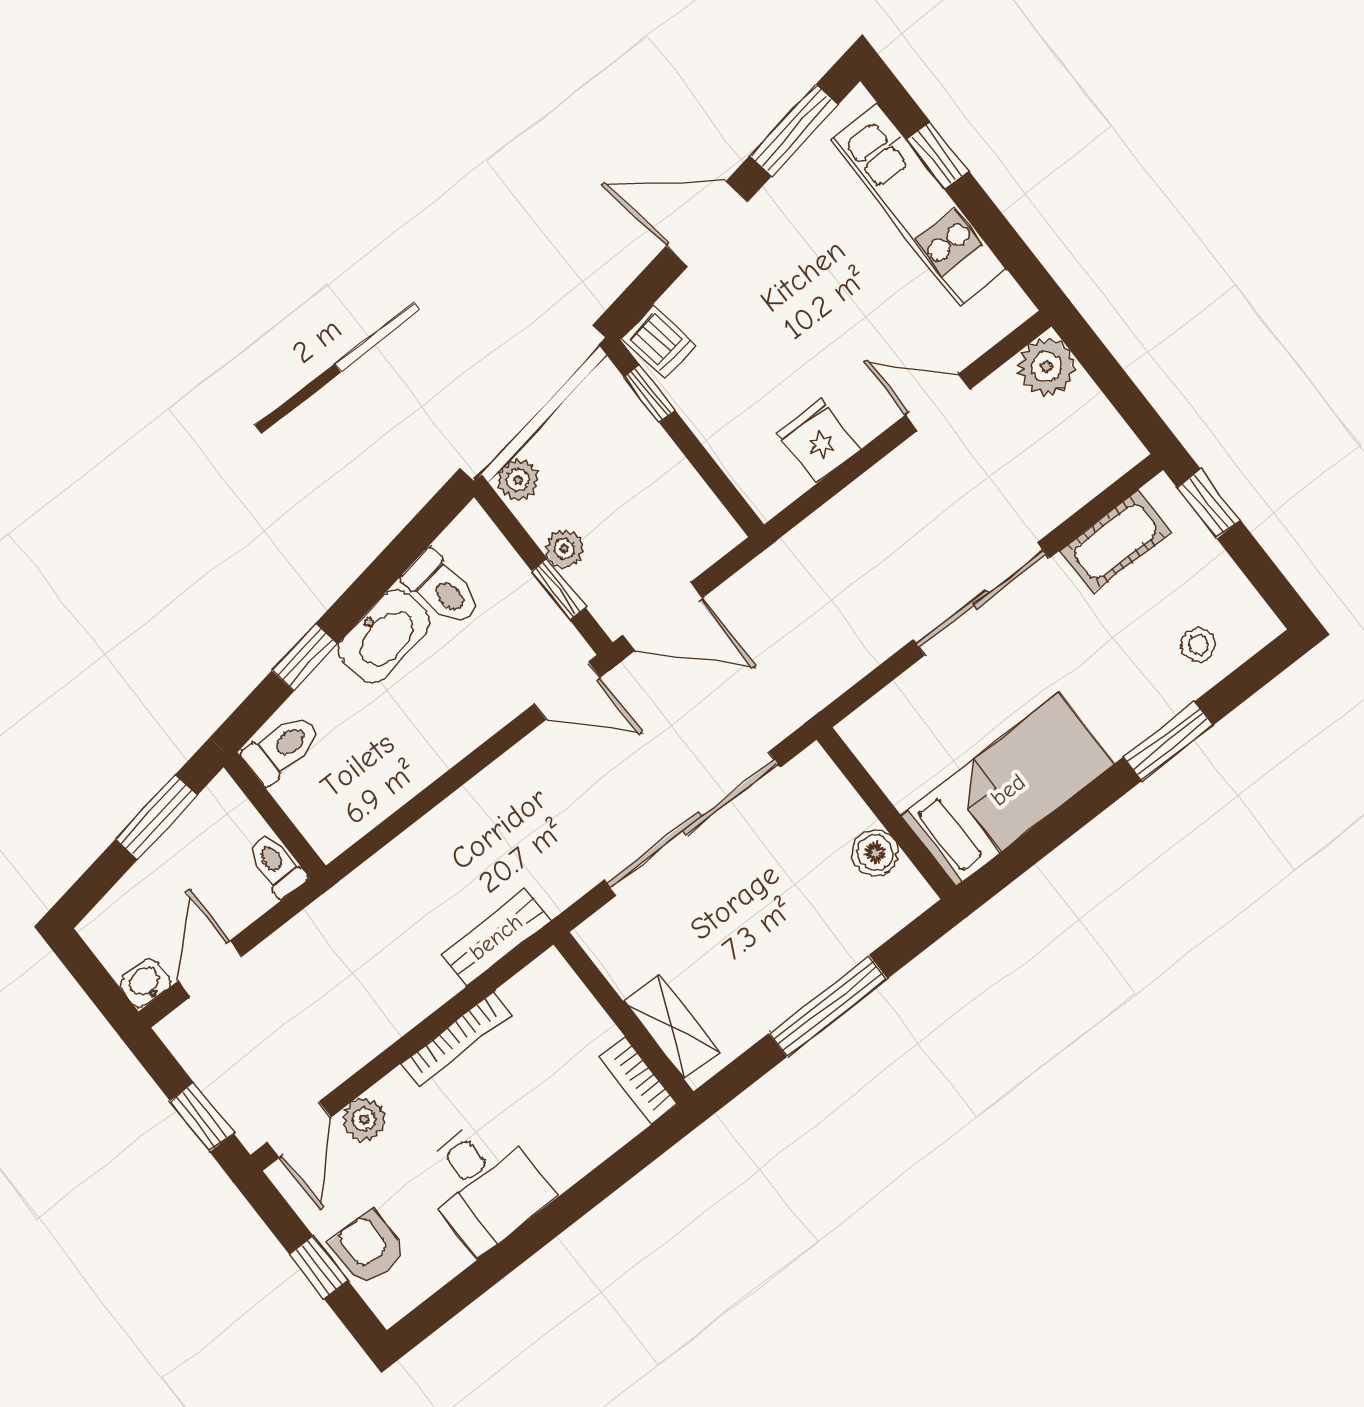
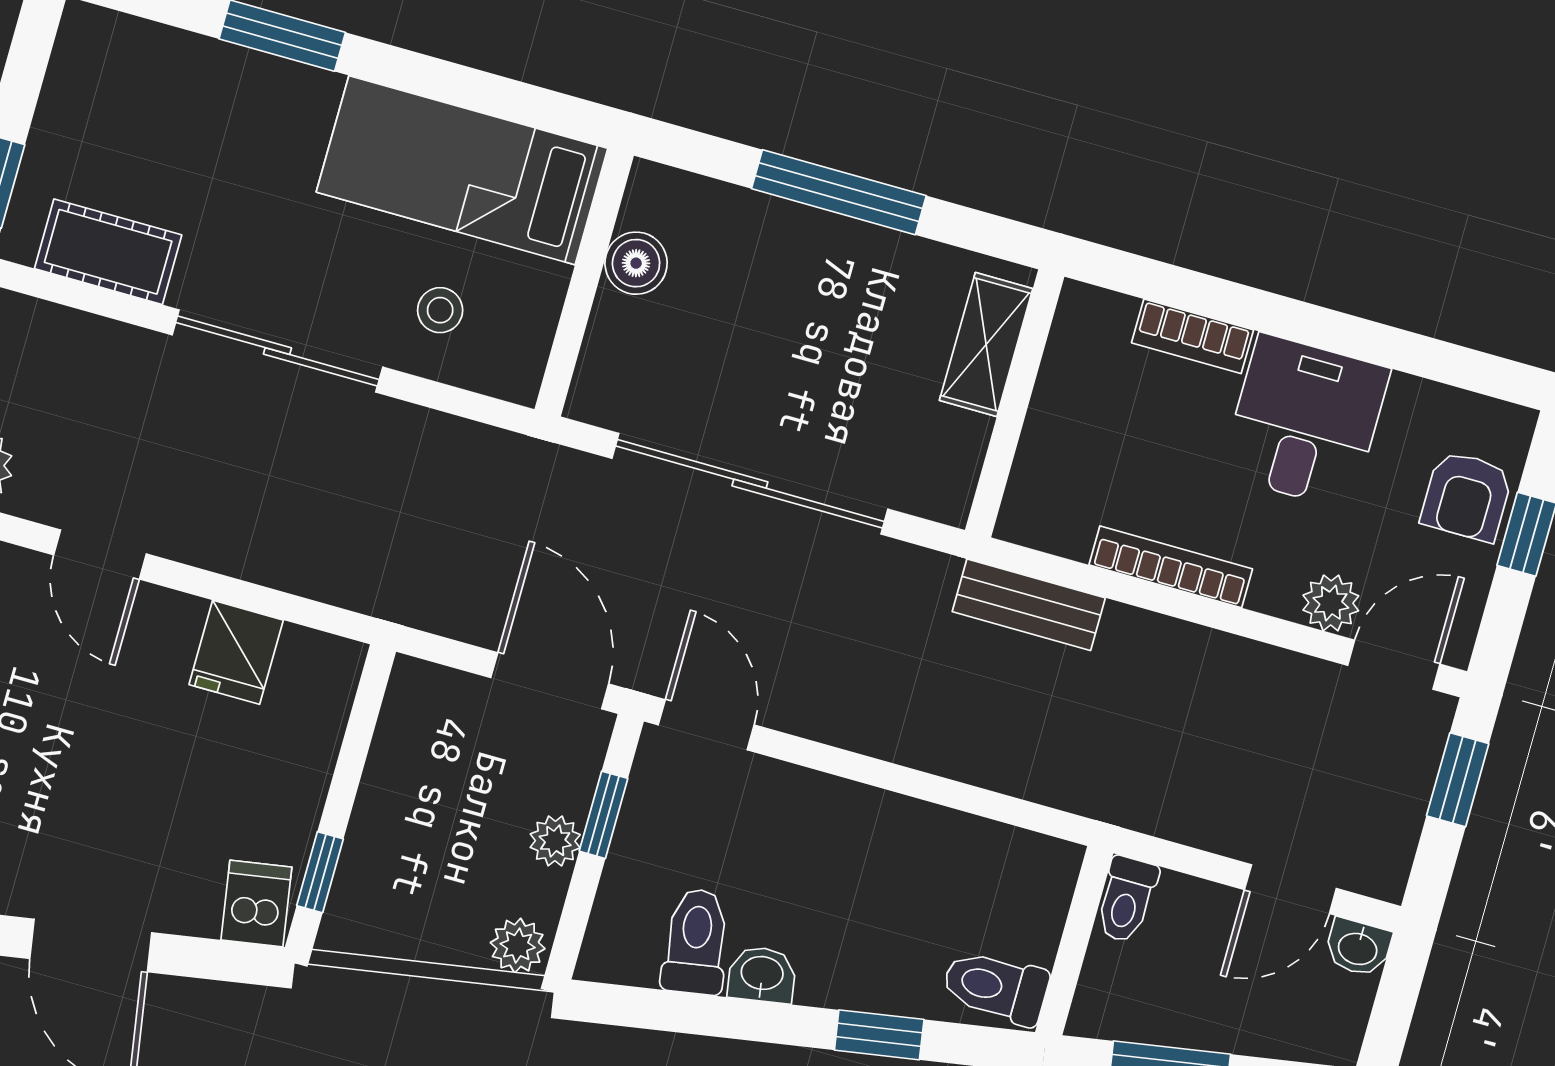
washbasin: (384, 636) -> (762, 975), width x0.52, depth x0.69
stool: (1198, 645) -> (440, 310), moved
bookcase: (638, 1081) -> (1193, 336), moved, turned 90

